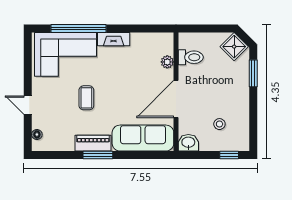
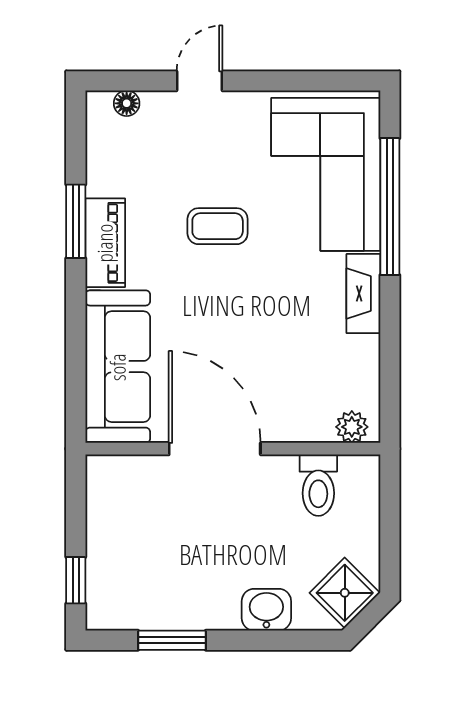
plant: (167, 62) -> (352, 427), moved
window: (253, 73) -> (172, 640), moved
stool: (219, 124) -> (153, 556), removed
washbasin: (188, 143) -> (266, 610), moved, turned -90
window: (98, 155) -> (76, 221), moved

